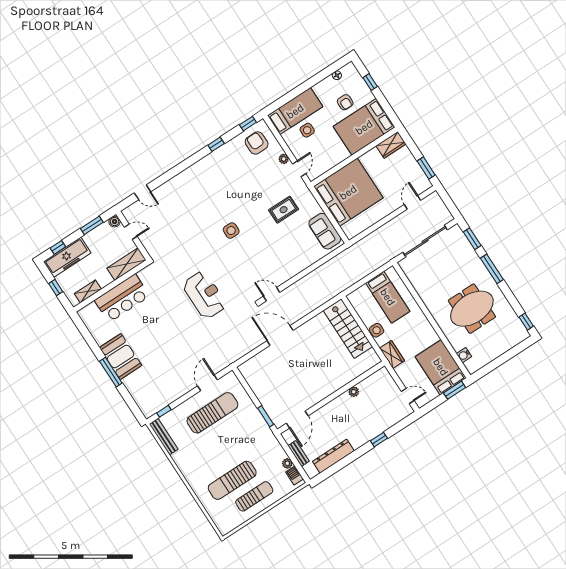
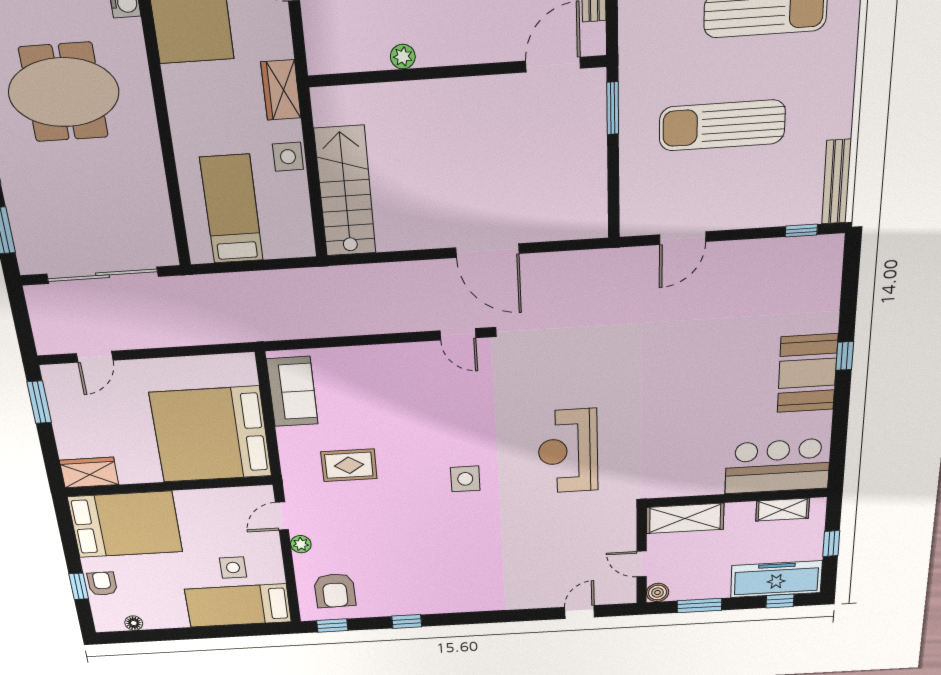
armchair: (345, 102) -> (102, 584), moved
door: (142, 192) -> (580, 612), hinge flipped
reception desk: (204, 295) -> (568, 451), moved
bar counter: (122, 298) -> (778, 466), moved
window: (111, 372) -> (845, 356), width x0.46
sun lounger: (212, 413) -> (722, 125), moved

